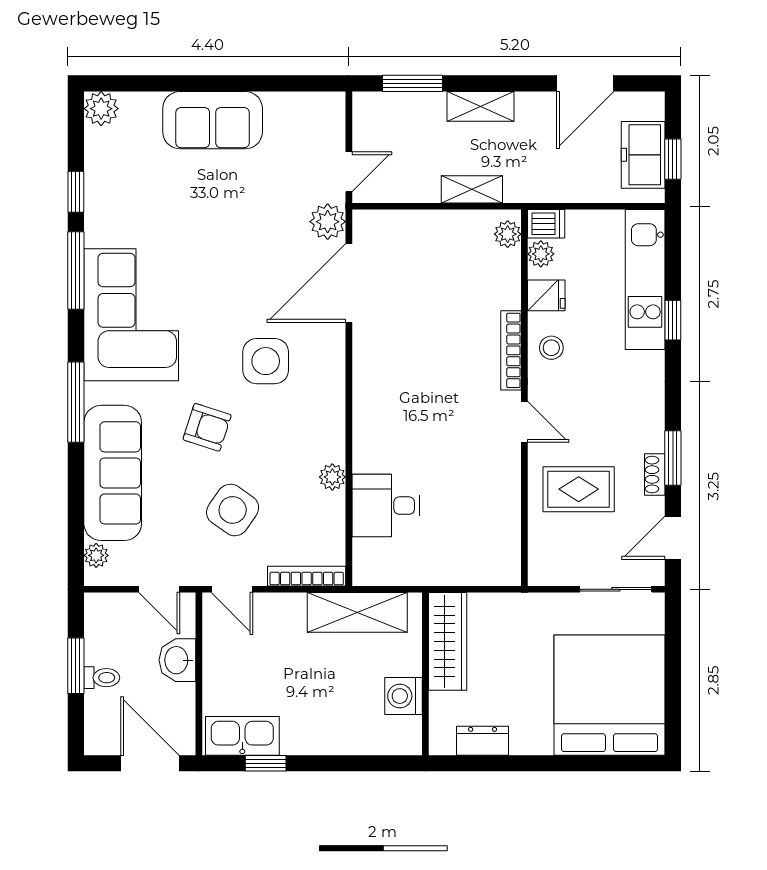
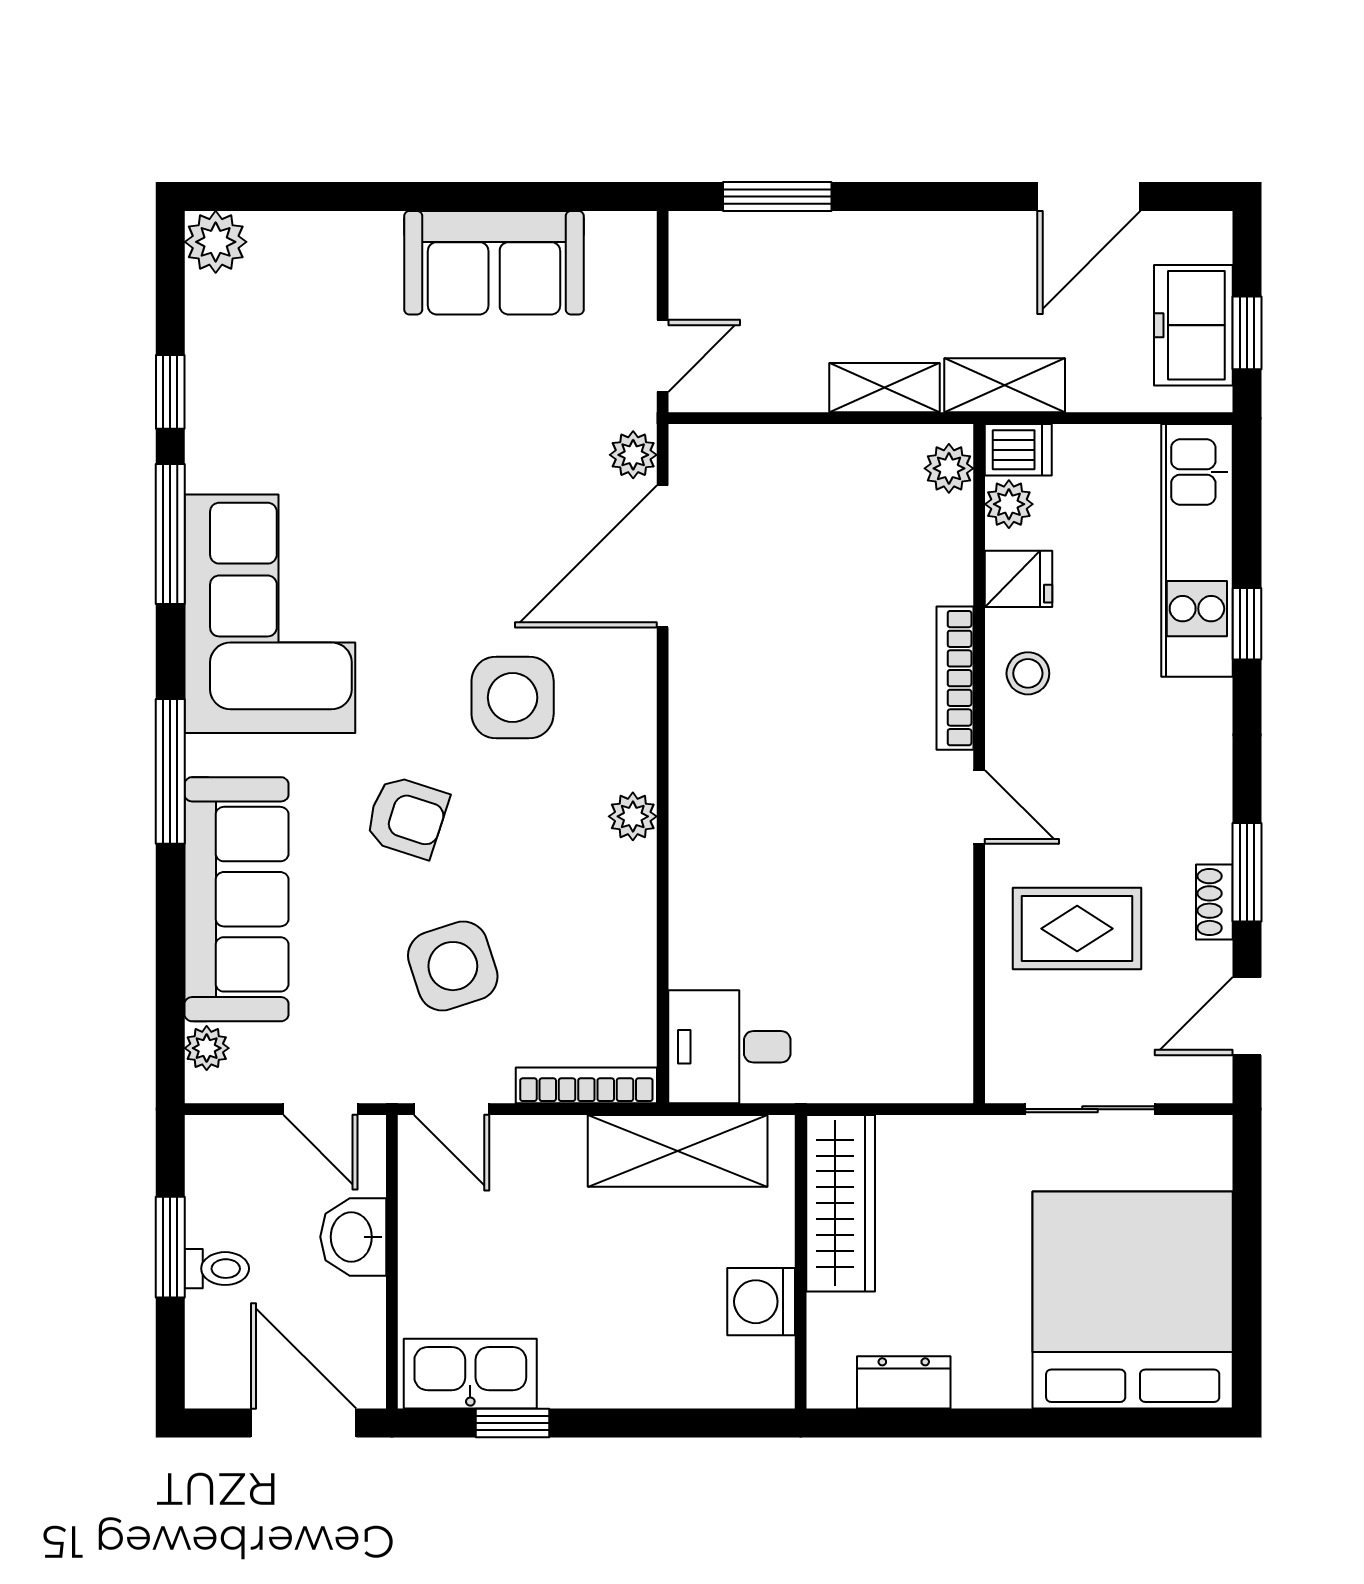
shelving: (481, 106) -> (1005, 385), moved
sofa: (213, 120) -> (494, 263), moved
plant: (328, 222) -> (633, 455), width x0.73, depth x0.73
plant: (332, 477) -> (633, 816), moved
desk: (386, 506) -> (729, 1047), moved
side table: (233, 510) -> (453, 966), turned 37
sliding door: (616, 589) -> (1090, 1109), moved

